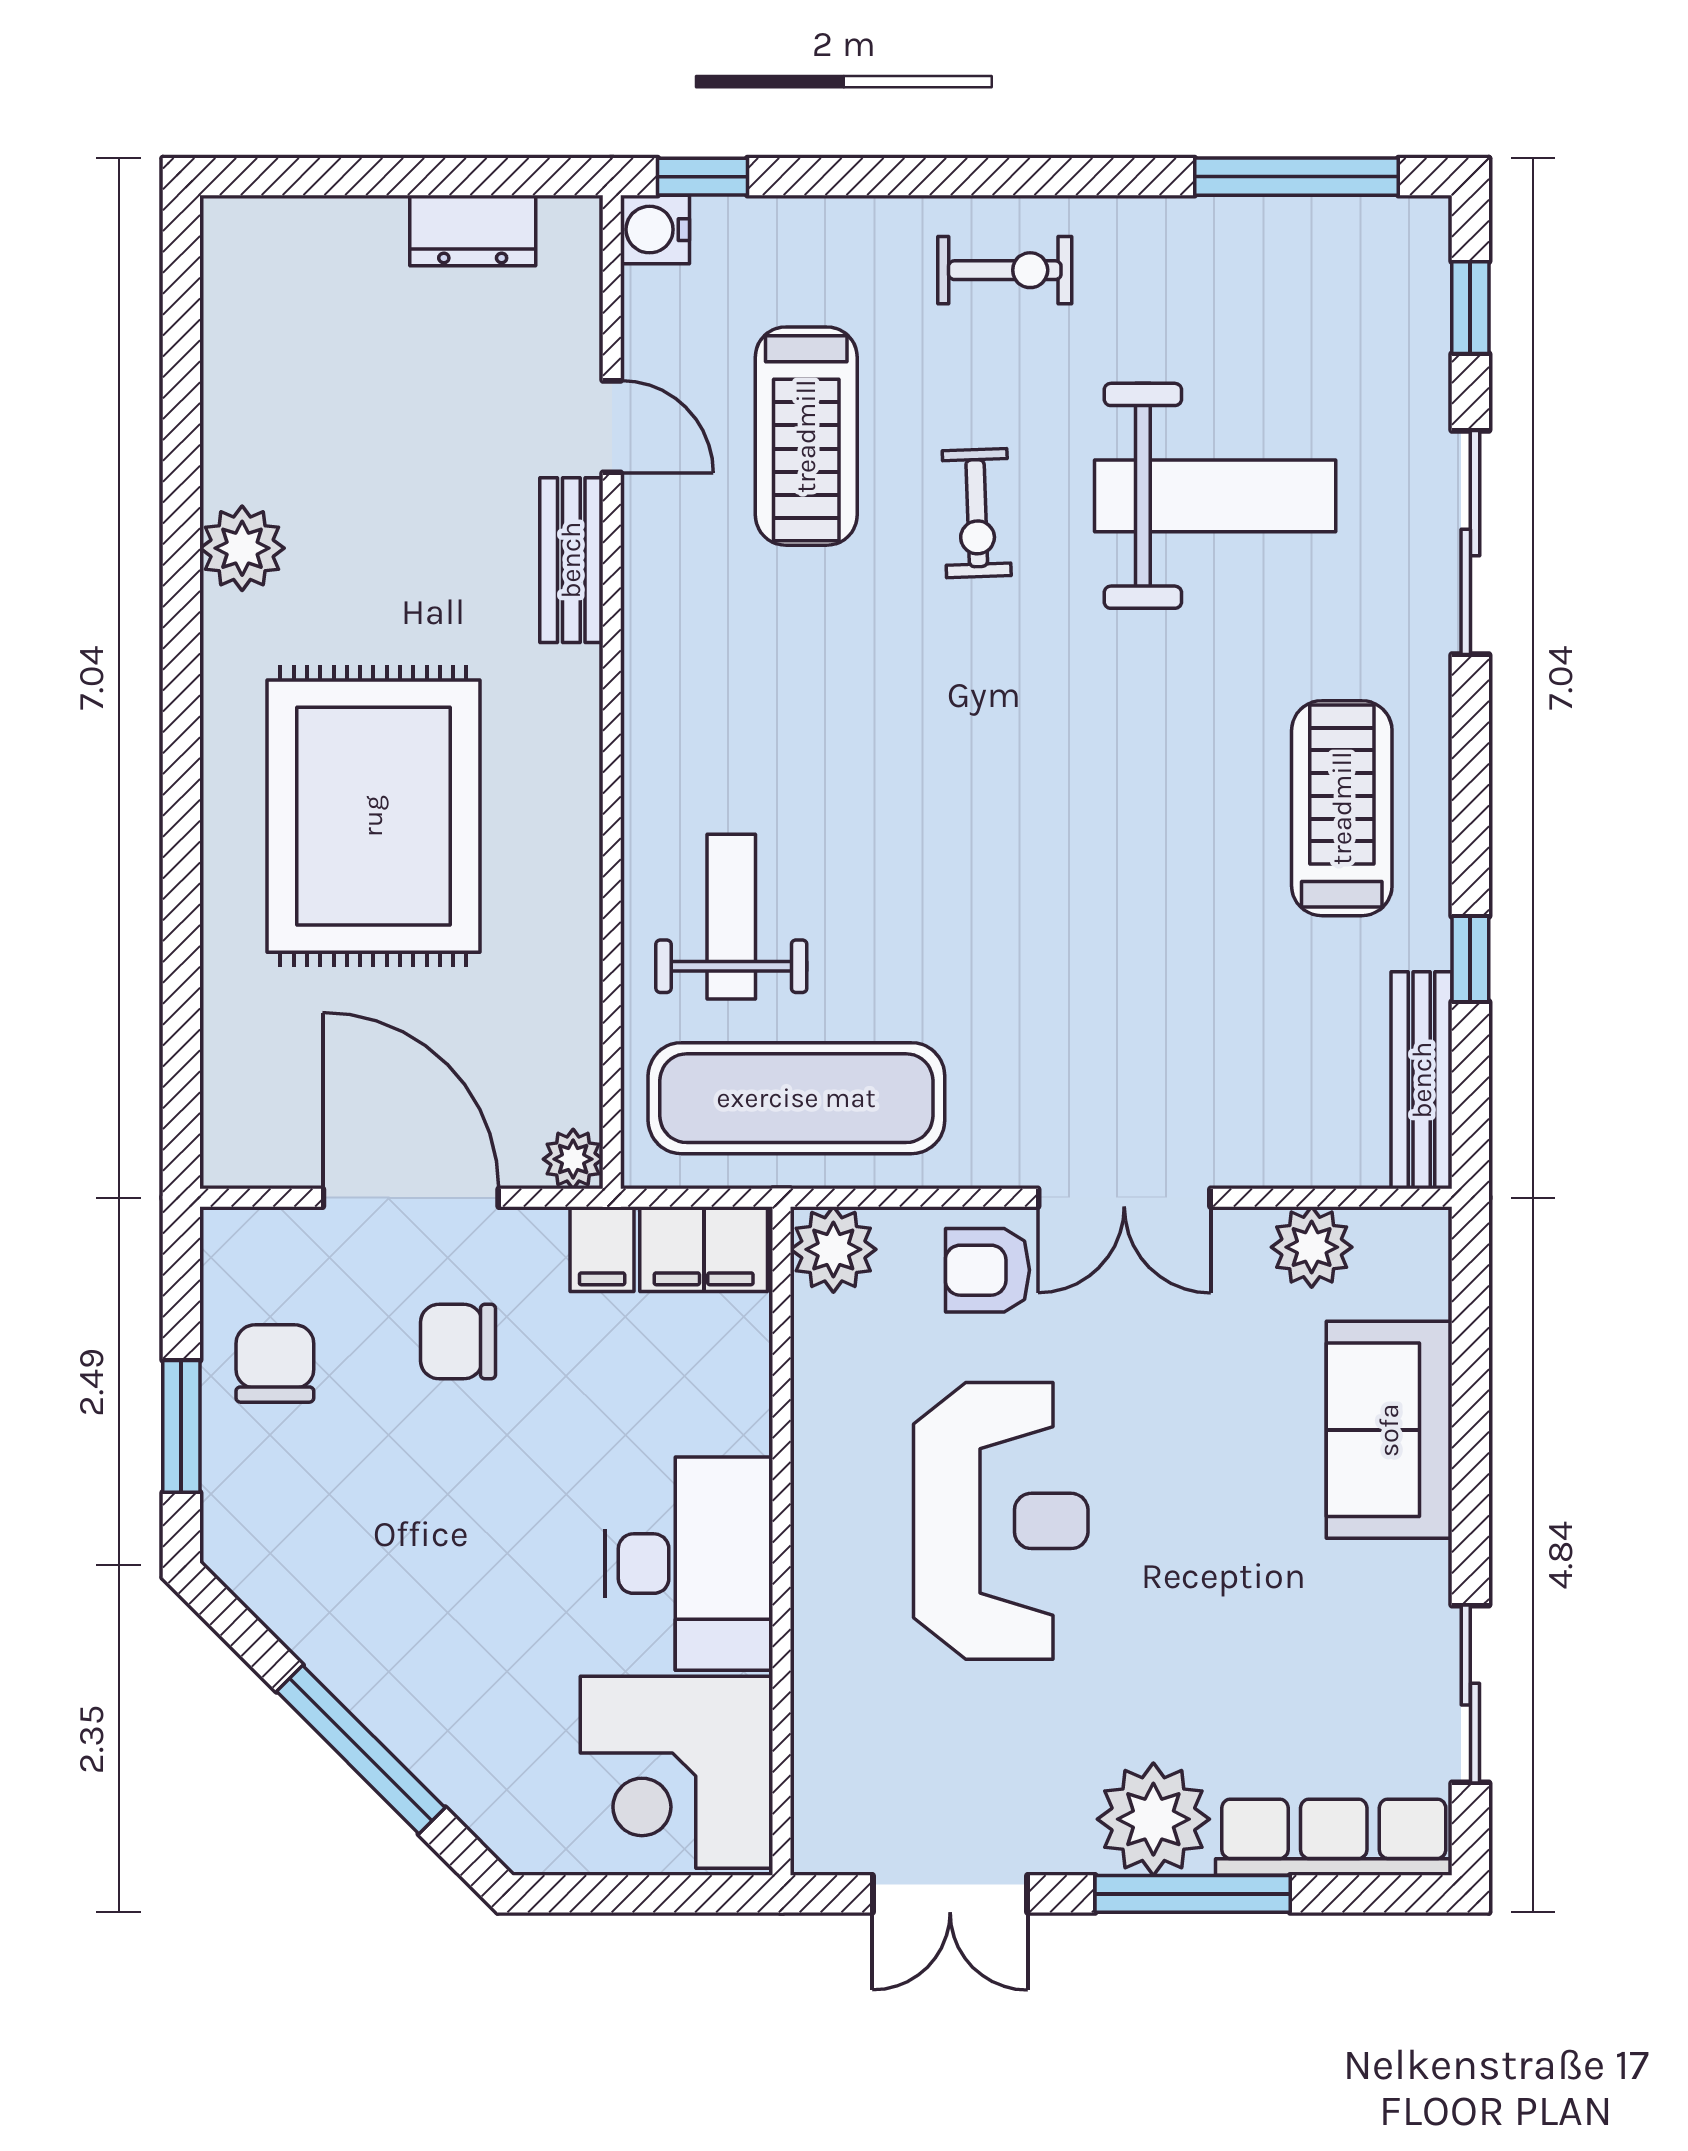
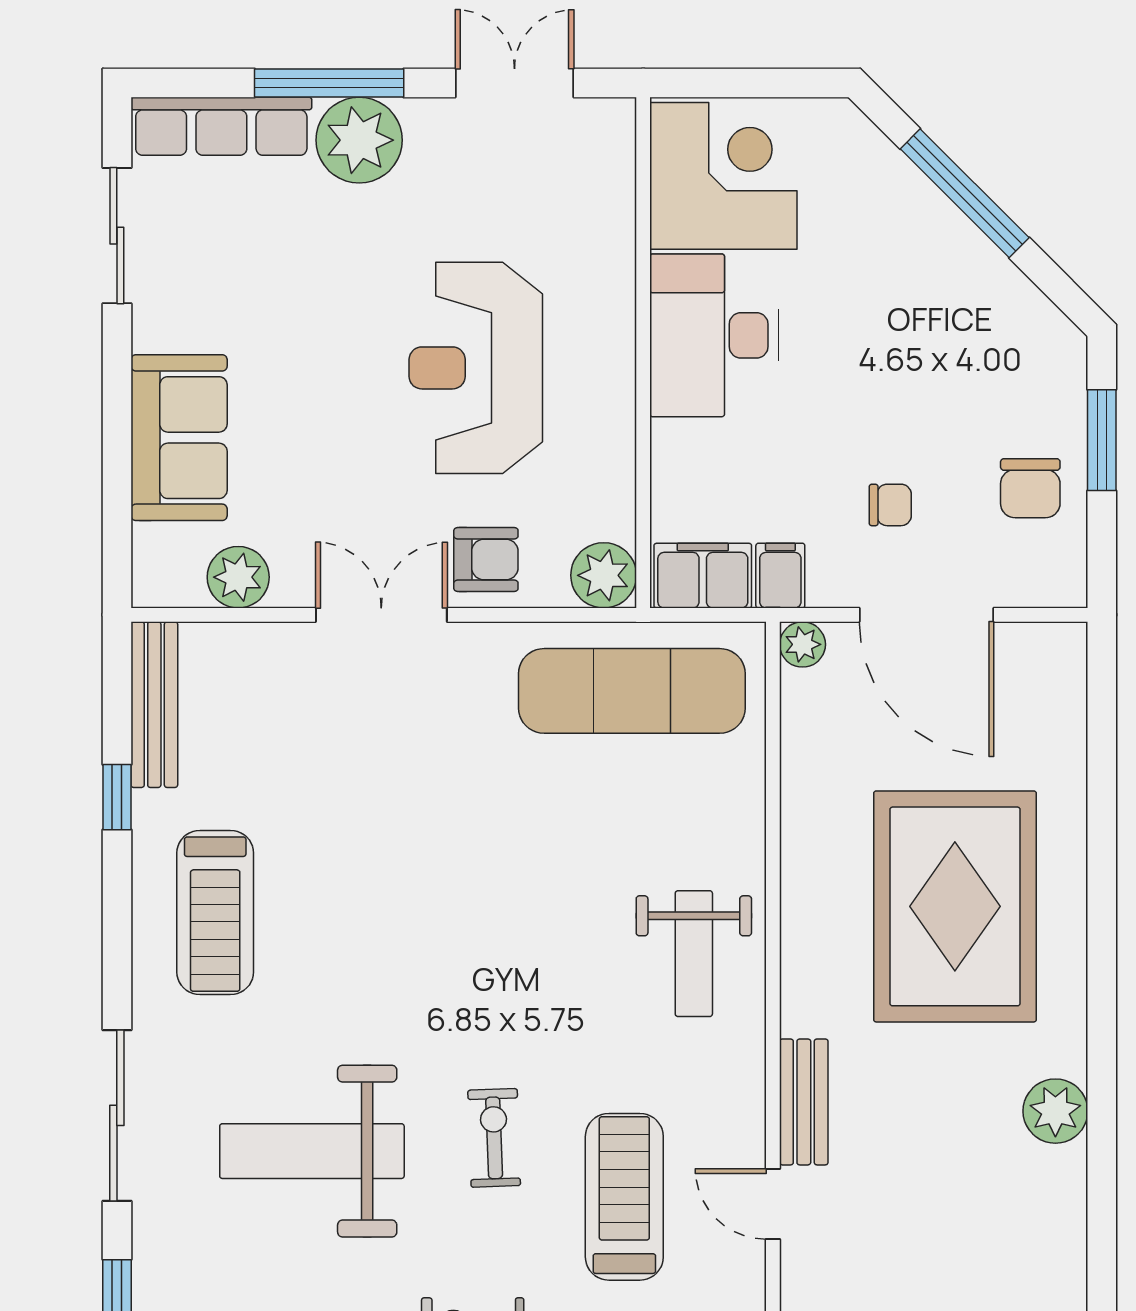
weight bench: (731, 917) -> (694, 954), moved
chair: (458, 1342) -> (890, 505), width x0.73, depth x0.73

